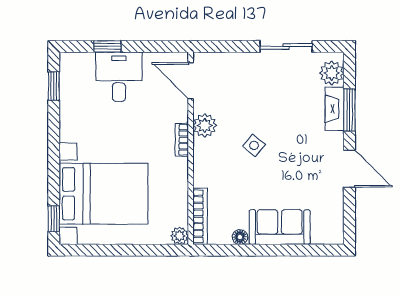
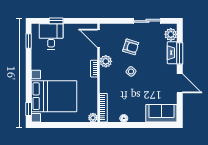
desk: (119, 77) -> (51, 36), moved
armchair: (254, 97) -> (131, 47), added
sofa: (280, 227) -> (161, 113), moved

